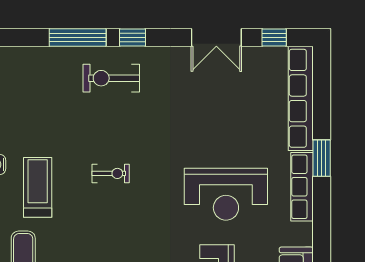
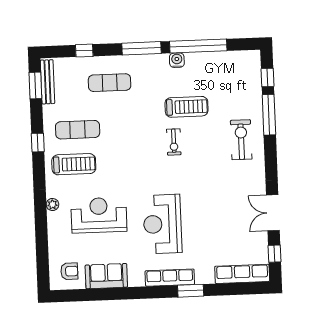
window: (132, 38) -> (267, 77), moved
row of seats: (301, 98) -> (242, 274), width x0.73
treadmill: (38, 187) -> (187, 107), moved

